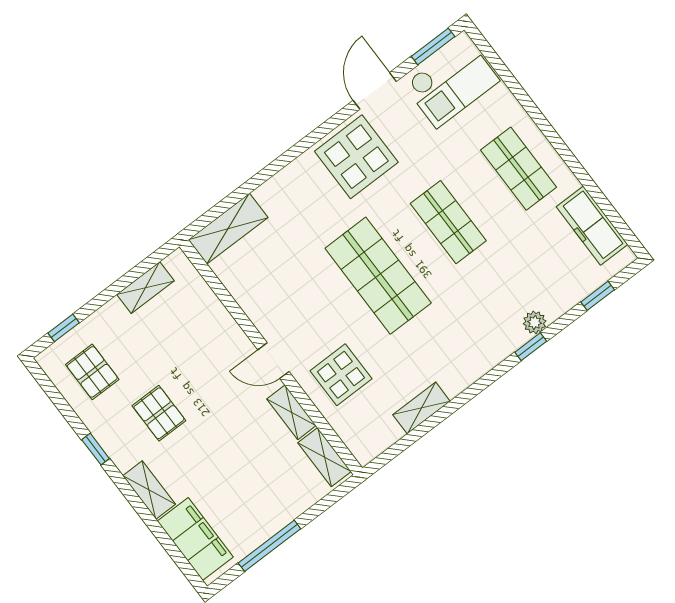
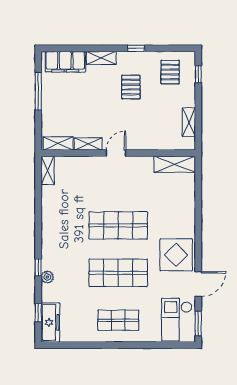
door: (375, 91) -> (198, 284), hinge flipped
shop shelf: (448, 222) -> (118, 273), width x1.43, depth x1.36
freezer: (592, 226) -> (50, 322), moved, turned 90
shelving: (228, 229) -> (175, 164), moved, turned 90
pallet: (92, 372) -> (170, 72), turned 90
display table: (341, 375) -> (88, 177), removed
shelving: (421, 408) -> (48, 170), moved
pallet: (159, 413) -> (131, 87), turned 90

